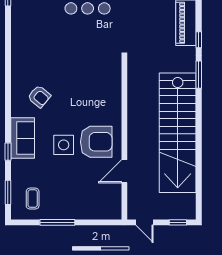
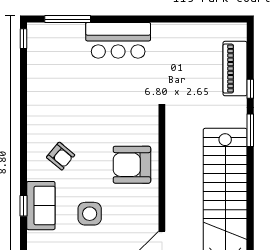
armchair: (96, 142) -> (132, 165), moved, turned 180
window: (8, 152) -> (23, 206), moved

